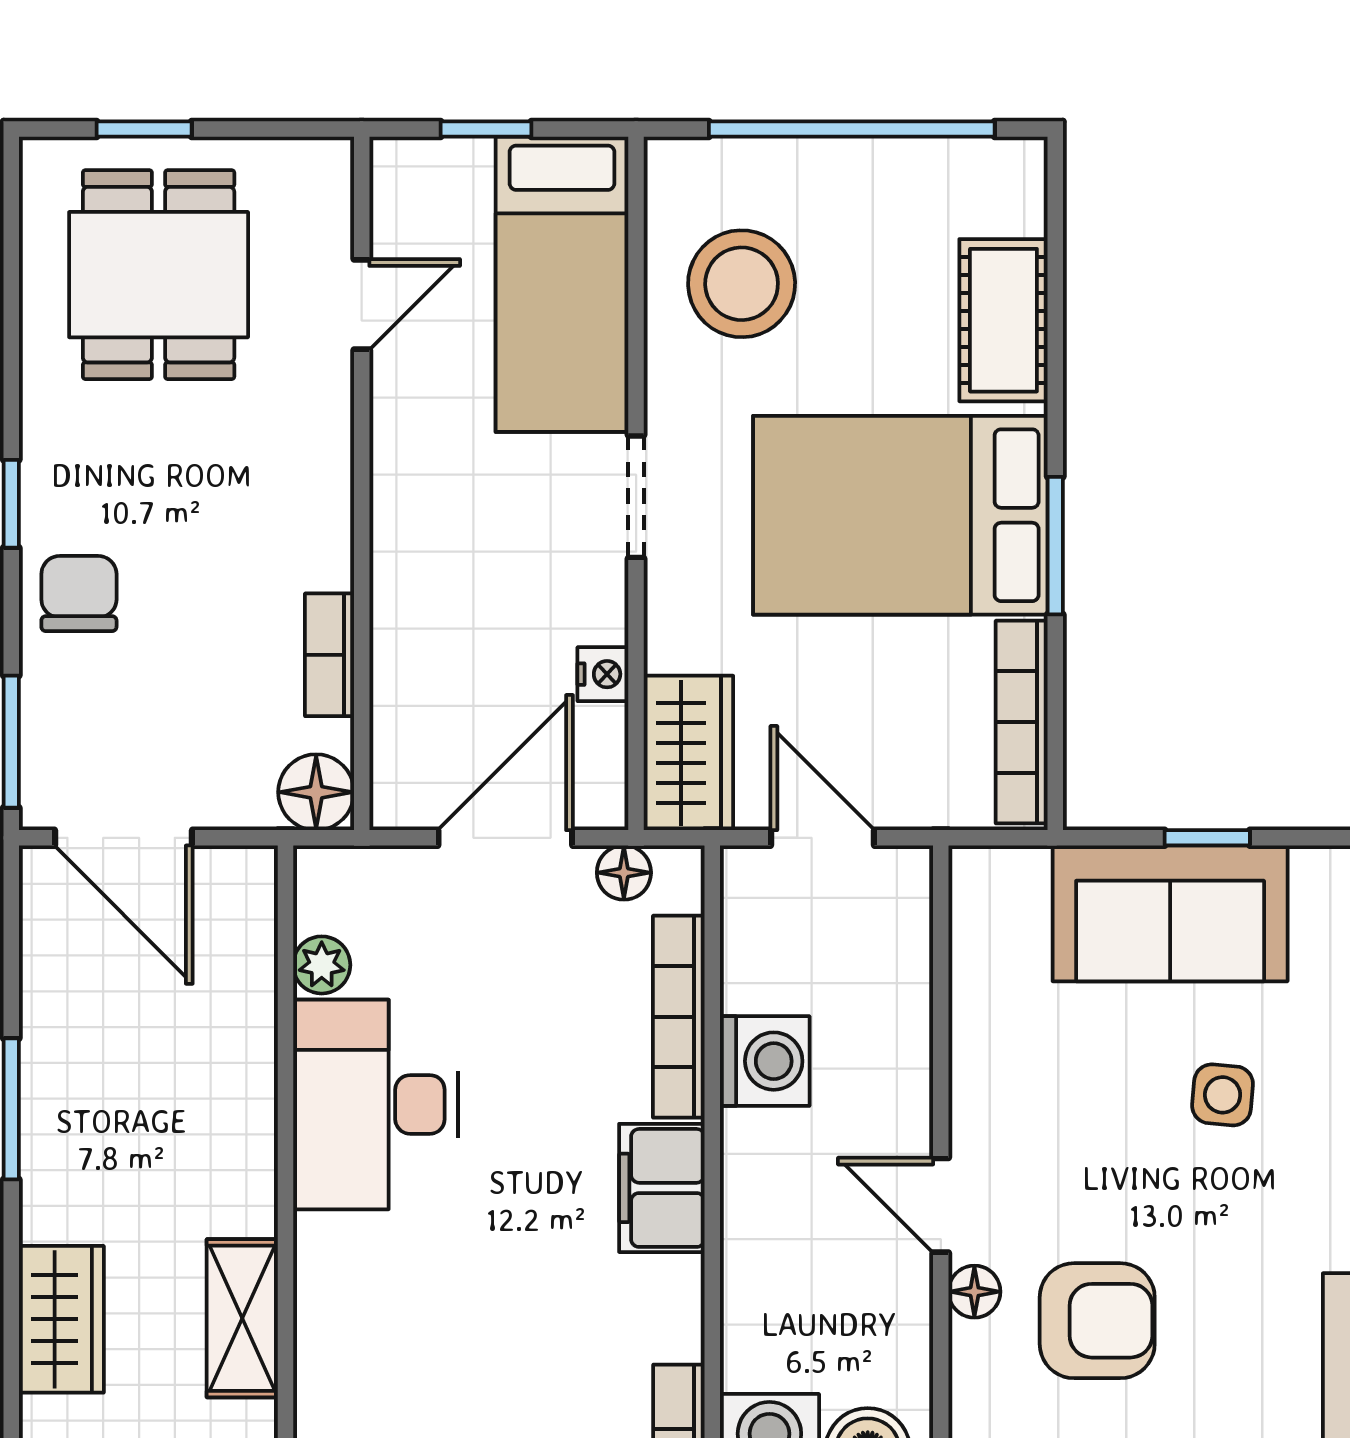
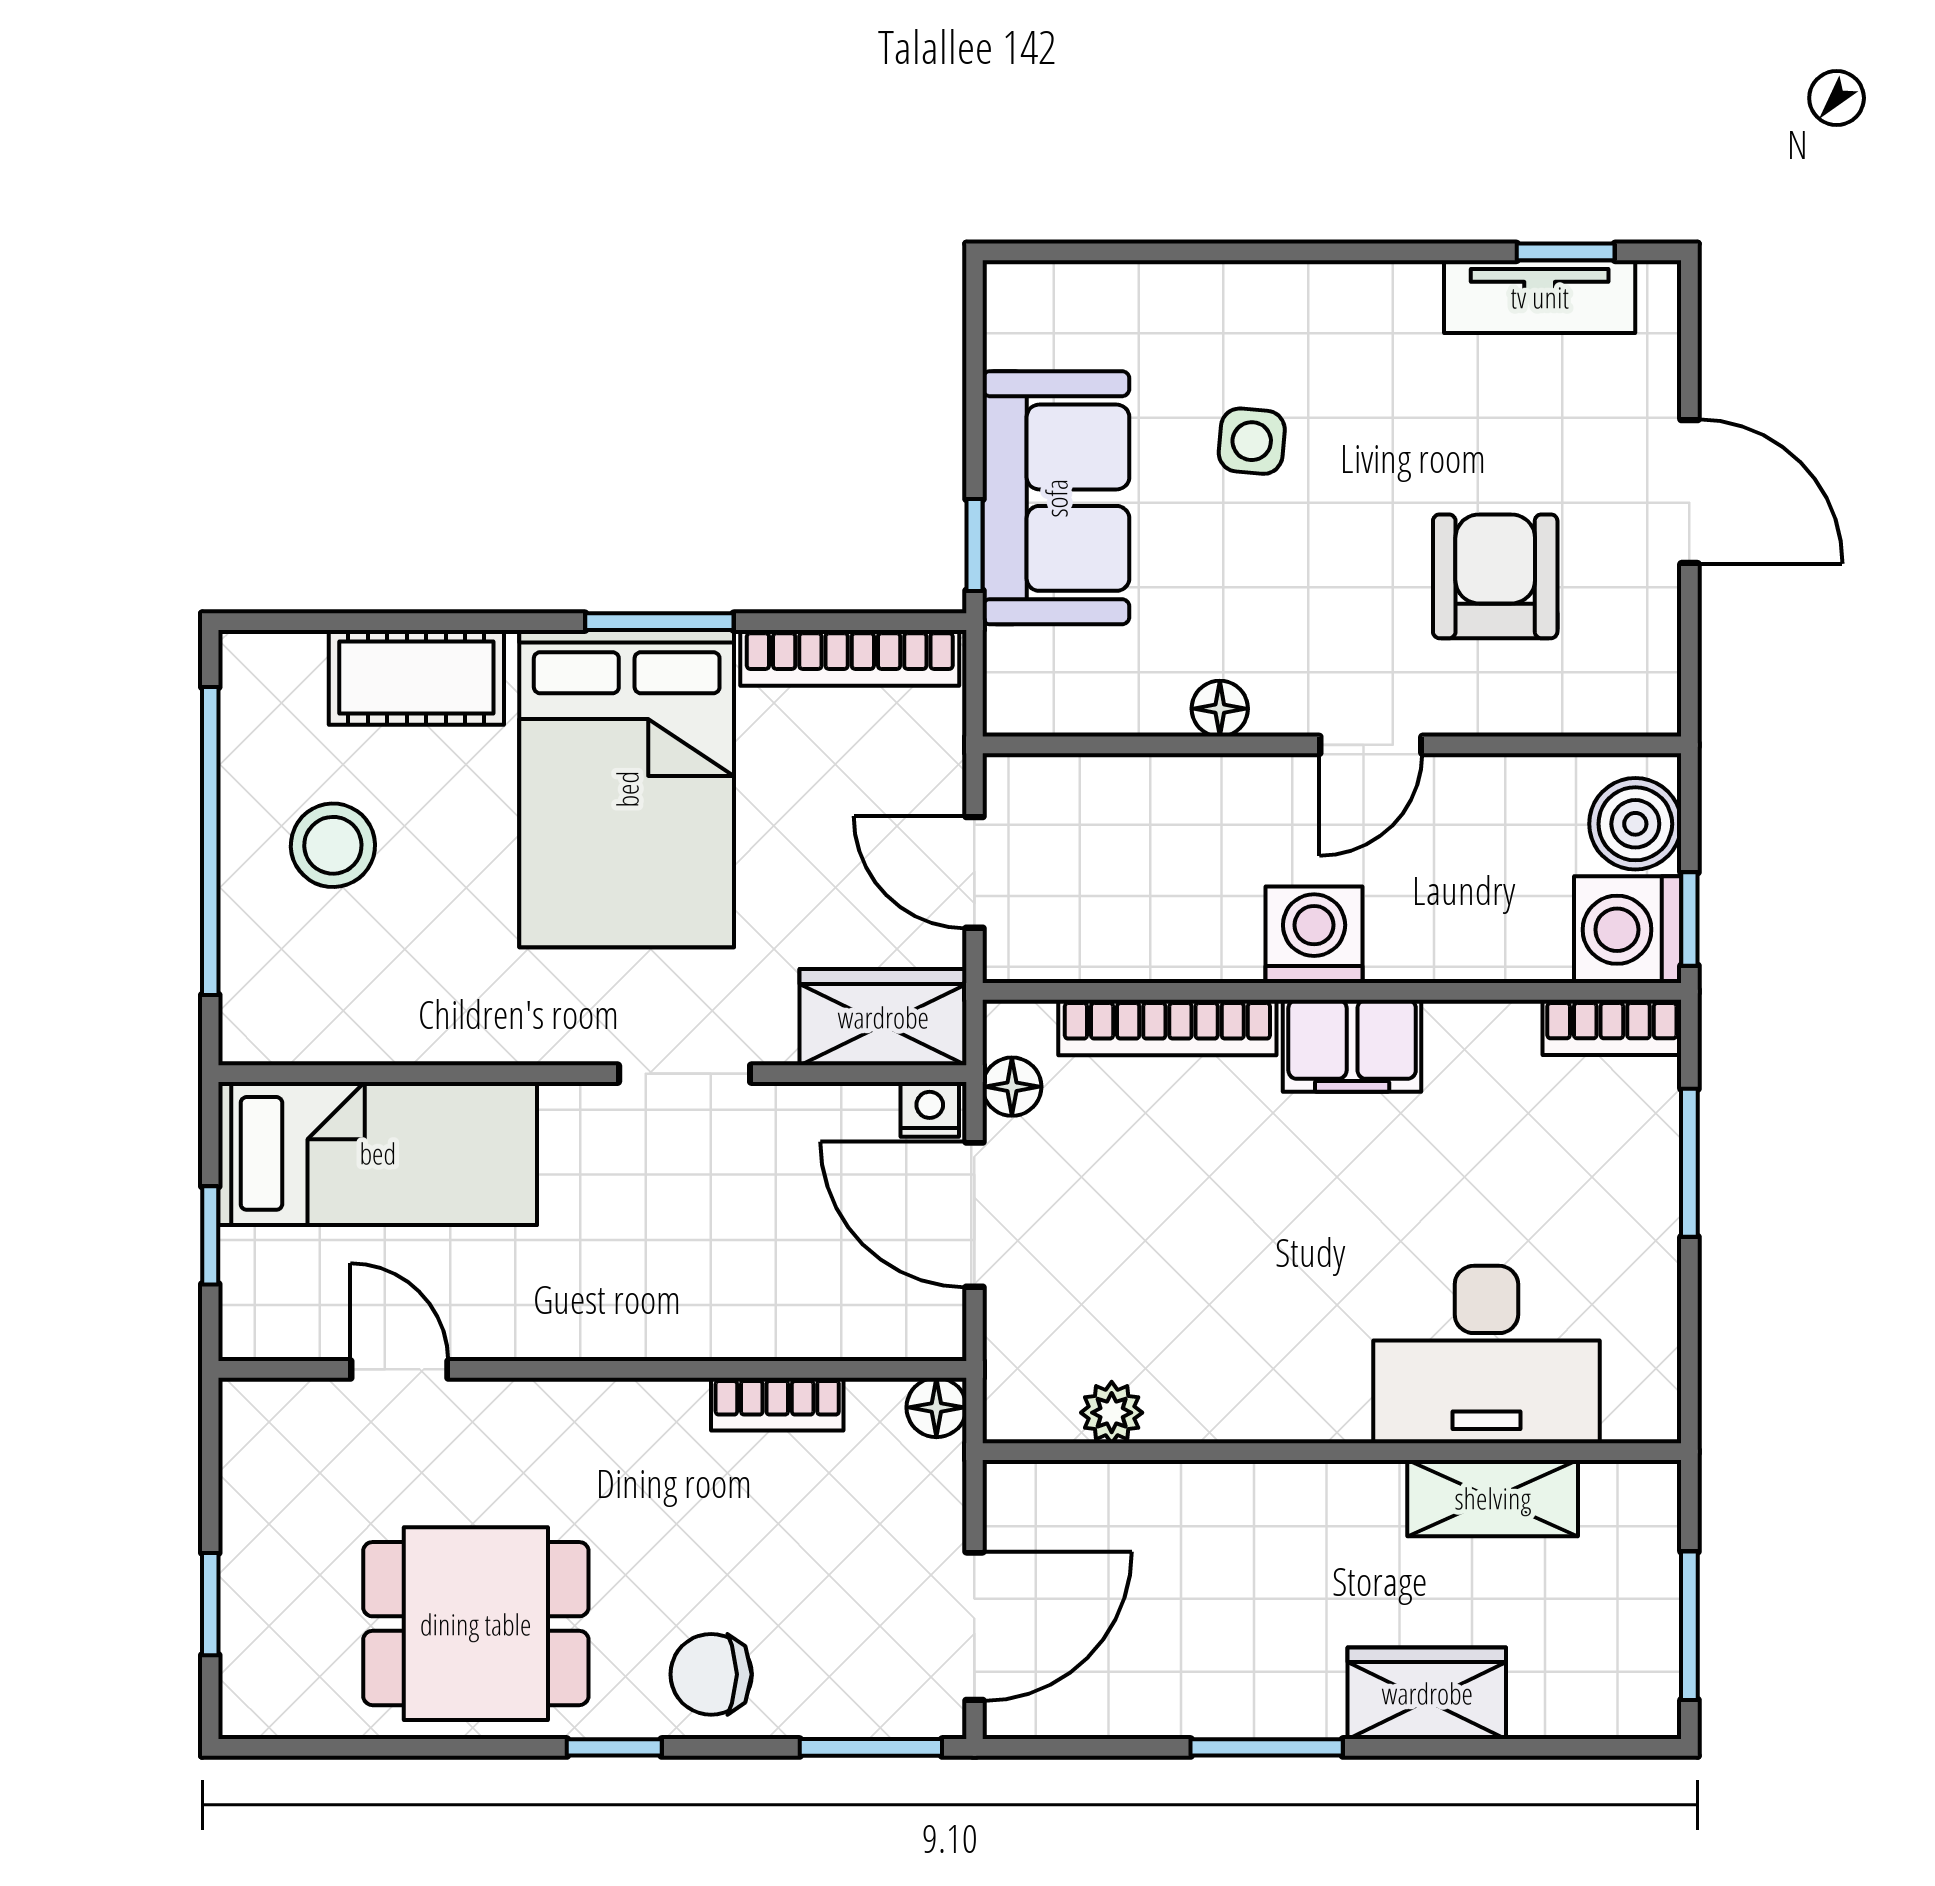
dining table: (159, 275) -> (476, 1624), moved
stool: (742, 284) -> (333, 845), moved, width x0.73, depth x0.73
doorway: (636, 497) -> (685, 1074), moved
nightstand: (603, 674) -> (930, 1109), moved
floor lamp: (316, 792) -> (936, 1407), width x0.73, depth x0.73
door: (823, 838) -> (974, 872), hinge flipped
window: (1207, 838) -> (974, 545), moved
washing machine: (765, 1061) -> (1314, 935), moved
desk: (375, 1104) -> (1486, 1355), moved
floor lamp: (974, 1292) -> (1220, 709), moved
wardrobe: (61, 1319) -> (1427, 1693), moved

